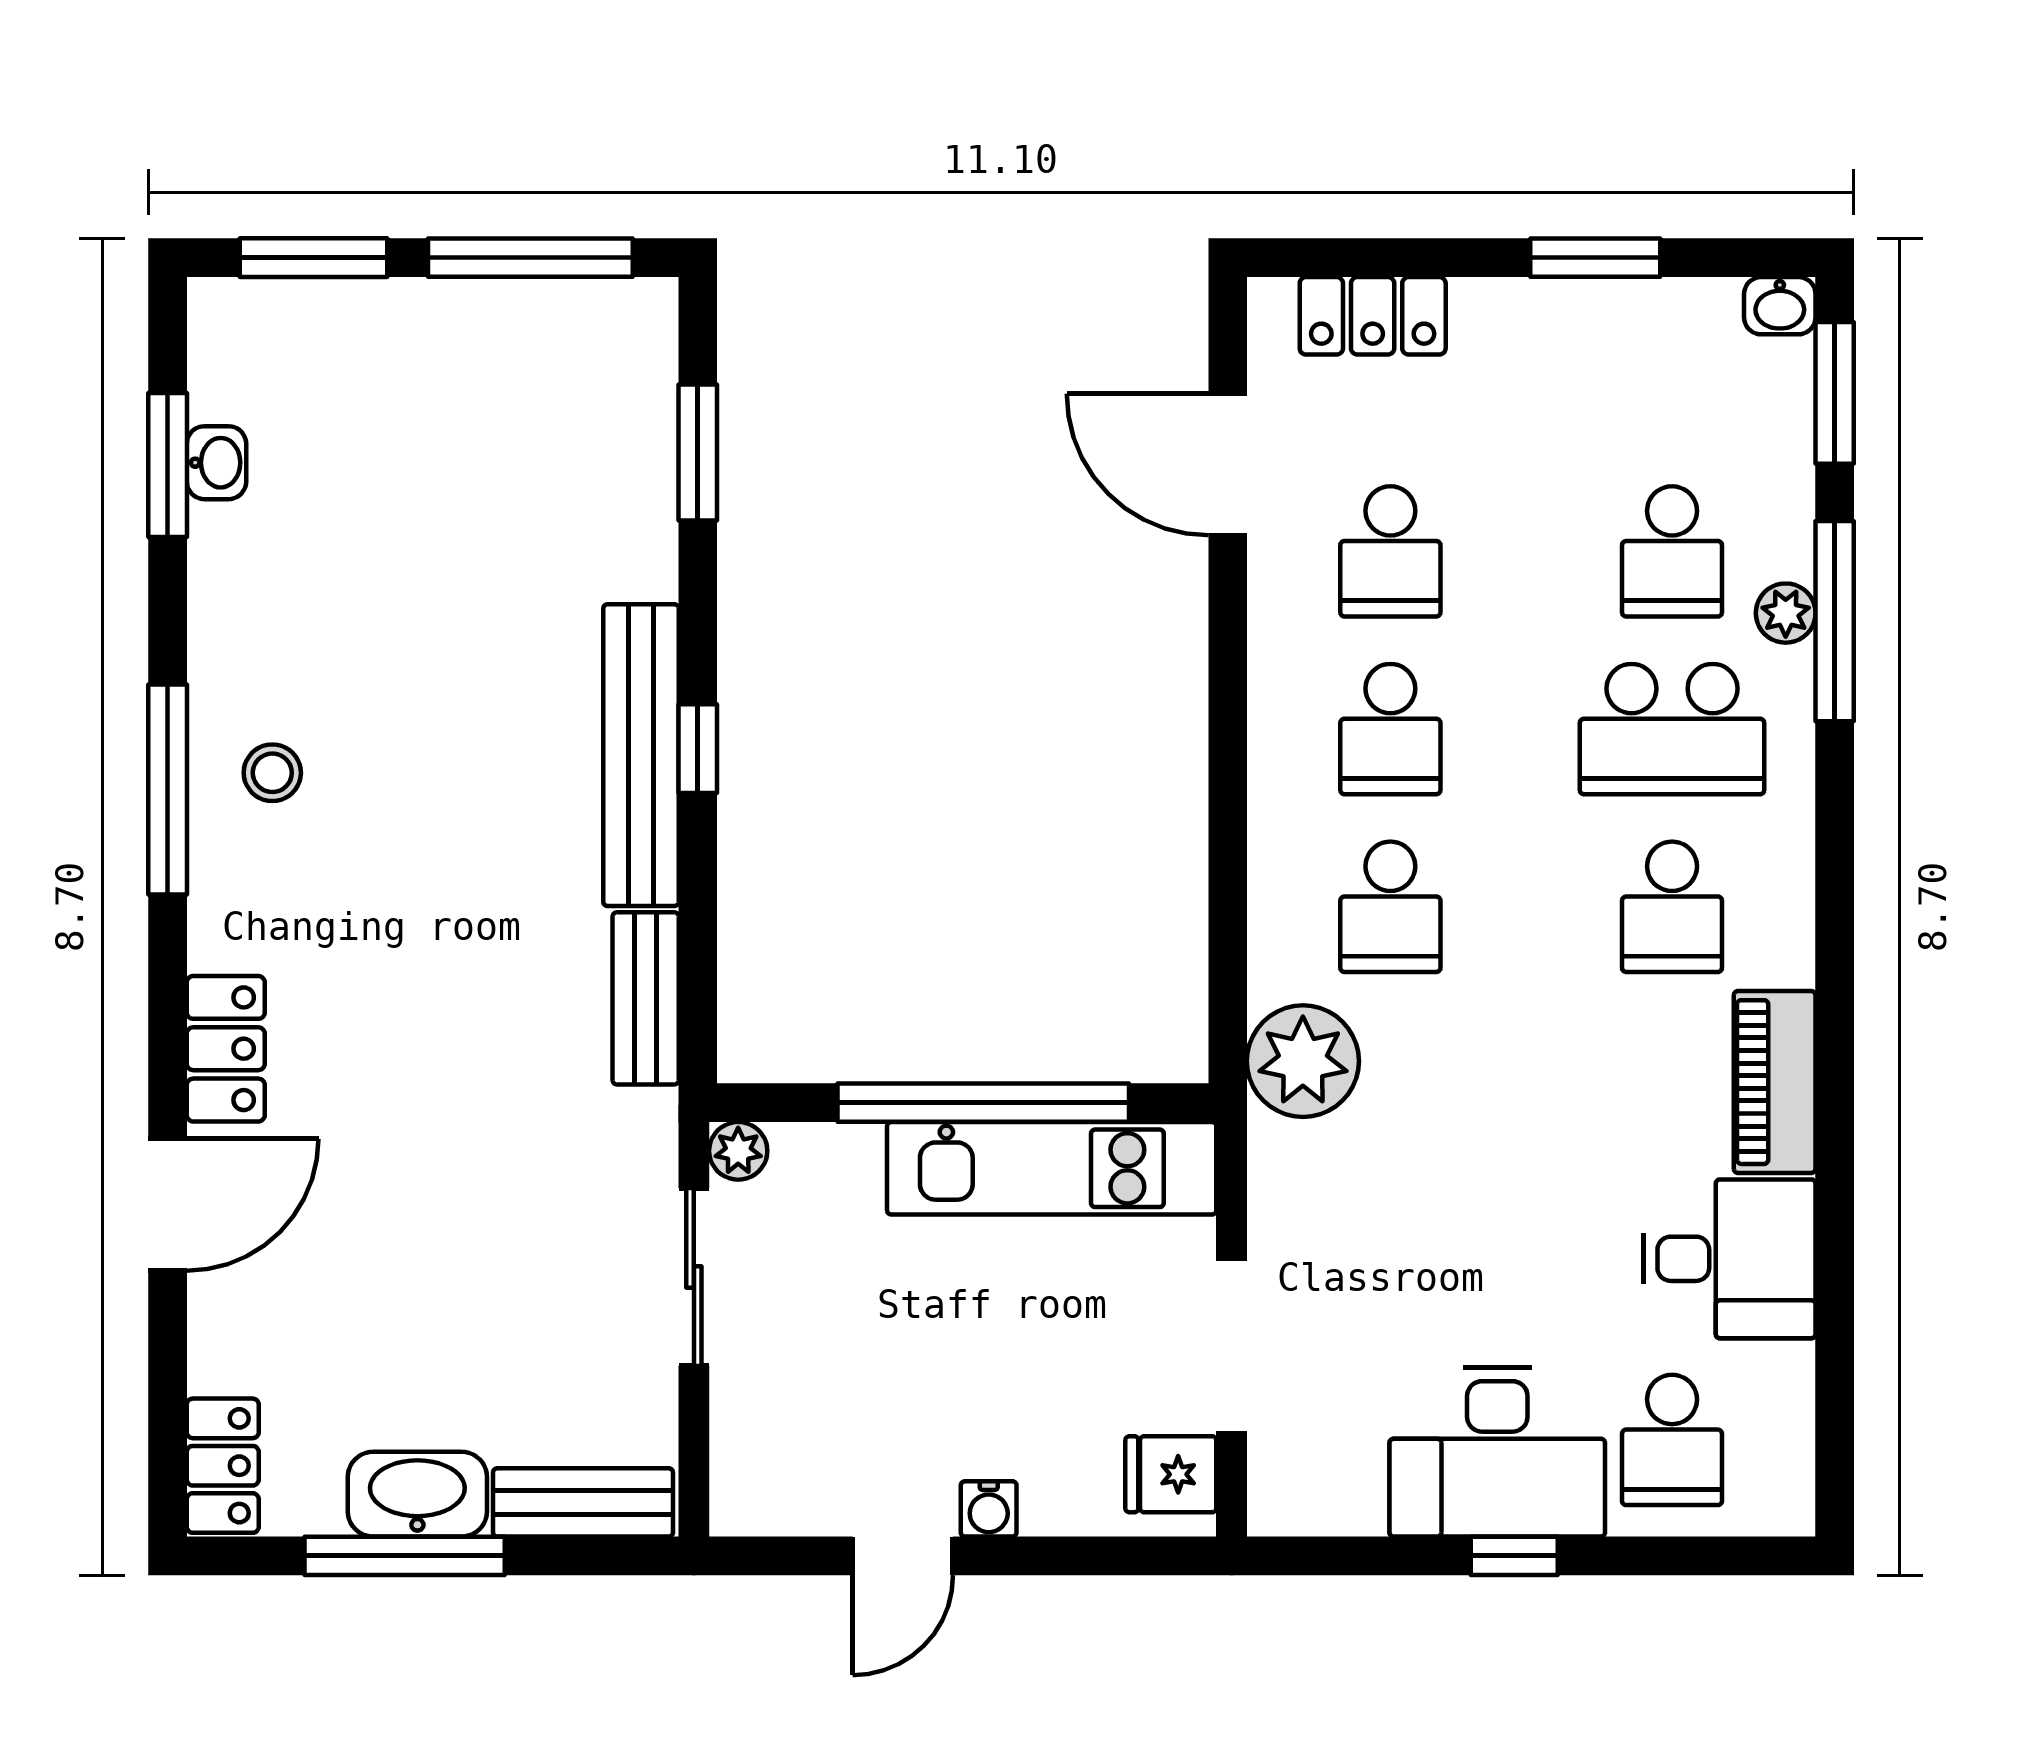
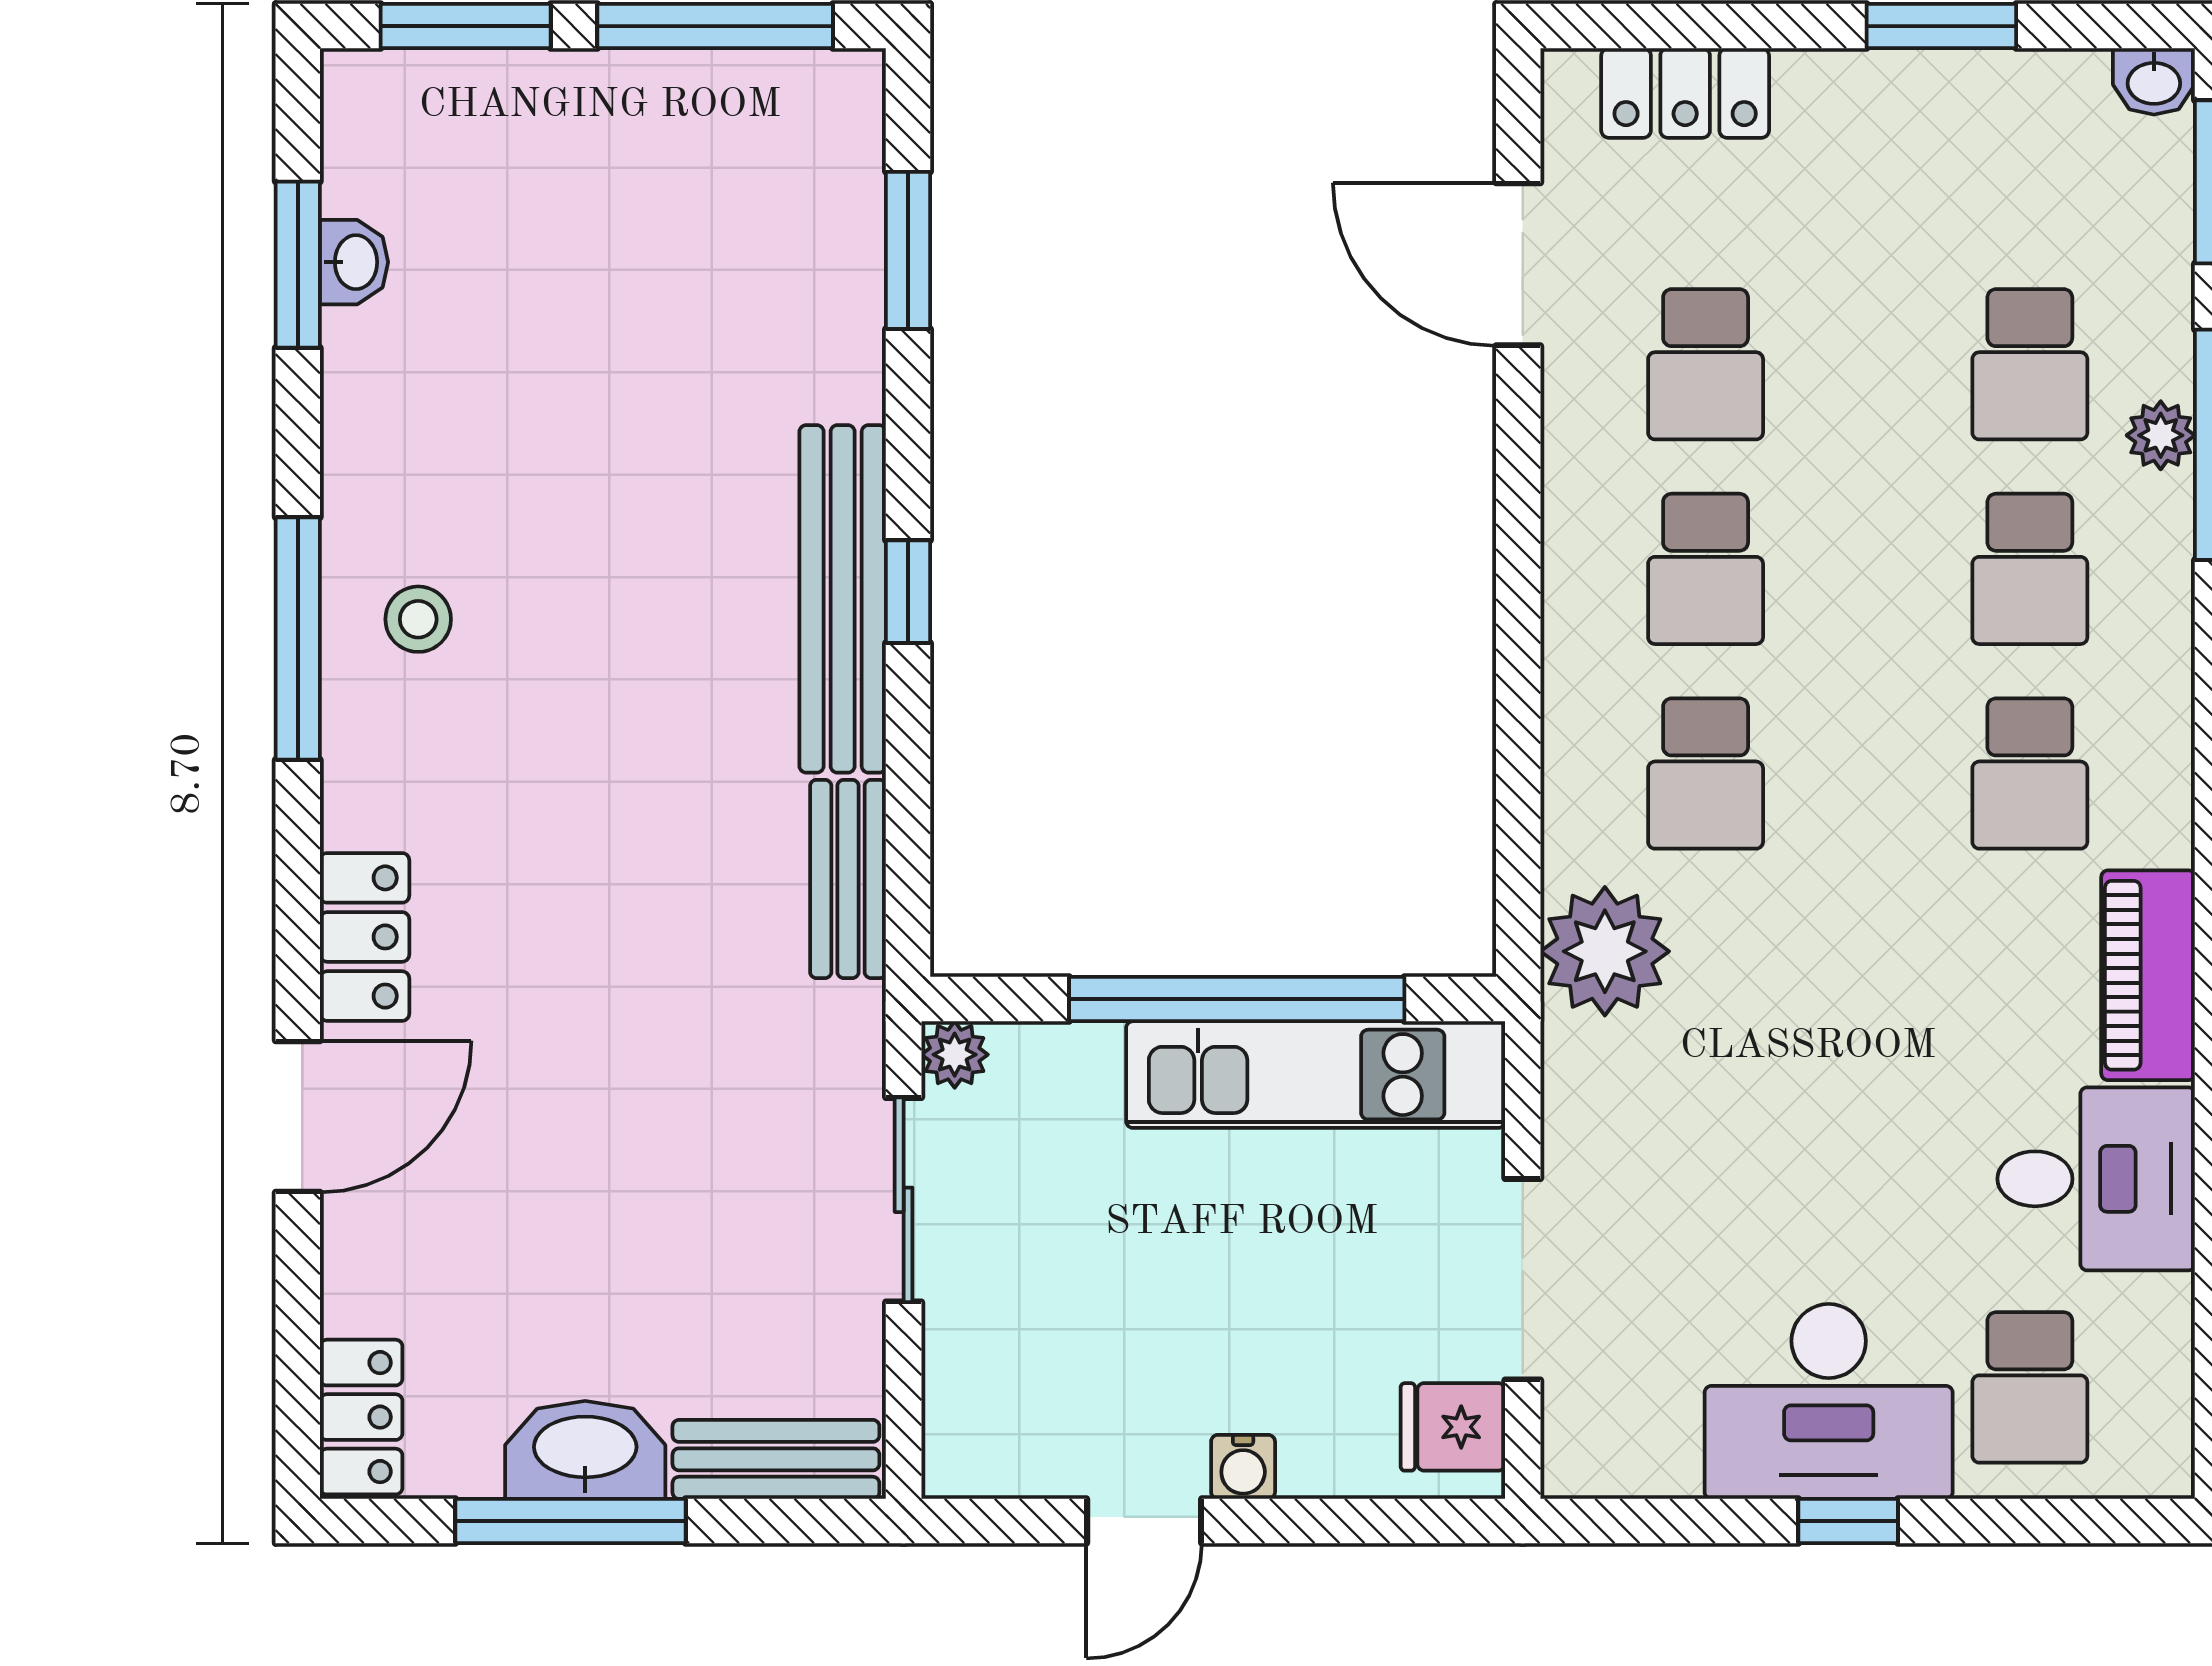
school desk: (1672, 729) -> (2030, 569), width x0.54

